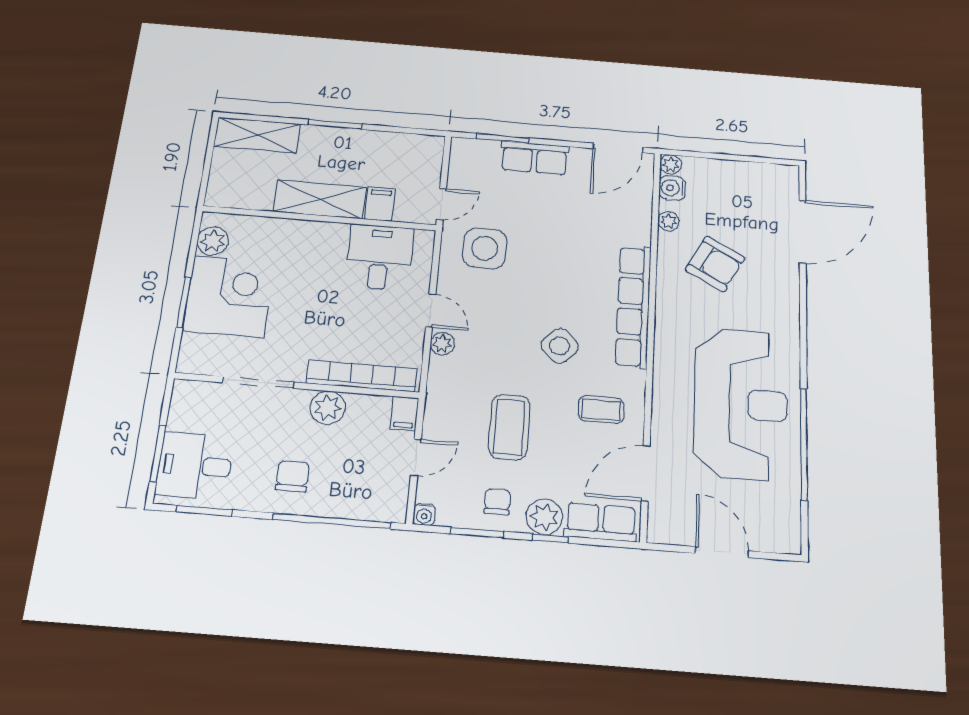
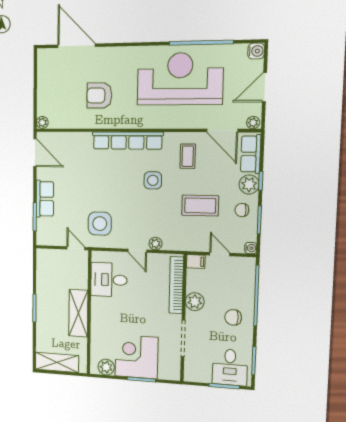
shelving: (257, 135) -> (57, 362), moved, turned 90
water cooler: (672, 188) -> (256, 51), moved, turned -90
filing cabinet: (380, 204) -> (78, 281), removed
plant: (668, 221) -> (253, 123), moved
armchair: (715, 264) -> (99, 95), turned -118
door: (431, 310) -> (137, 251), swing flipped
side table: (560, 346) -> (153, 180), turned 45

